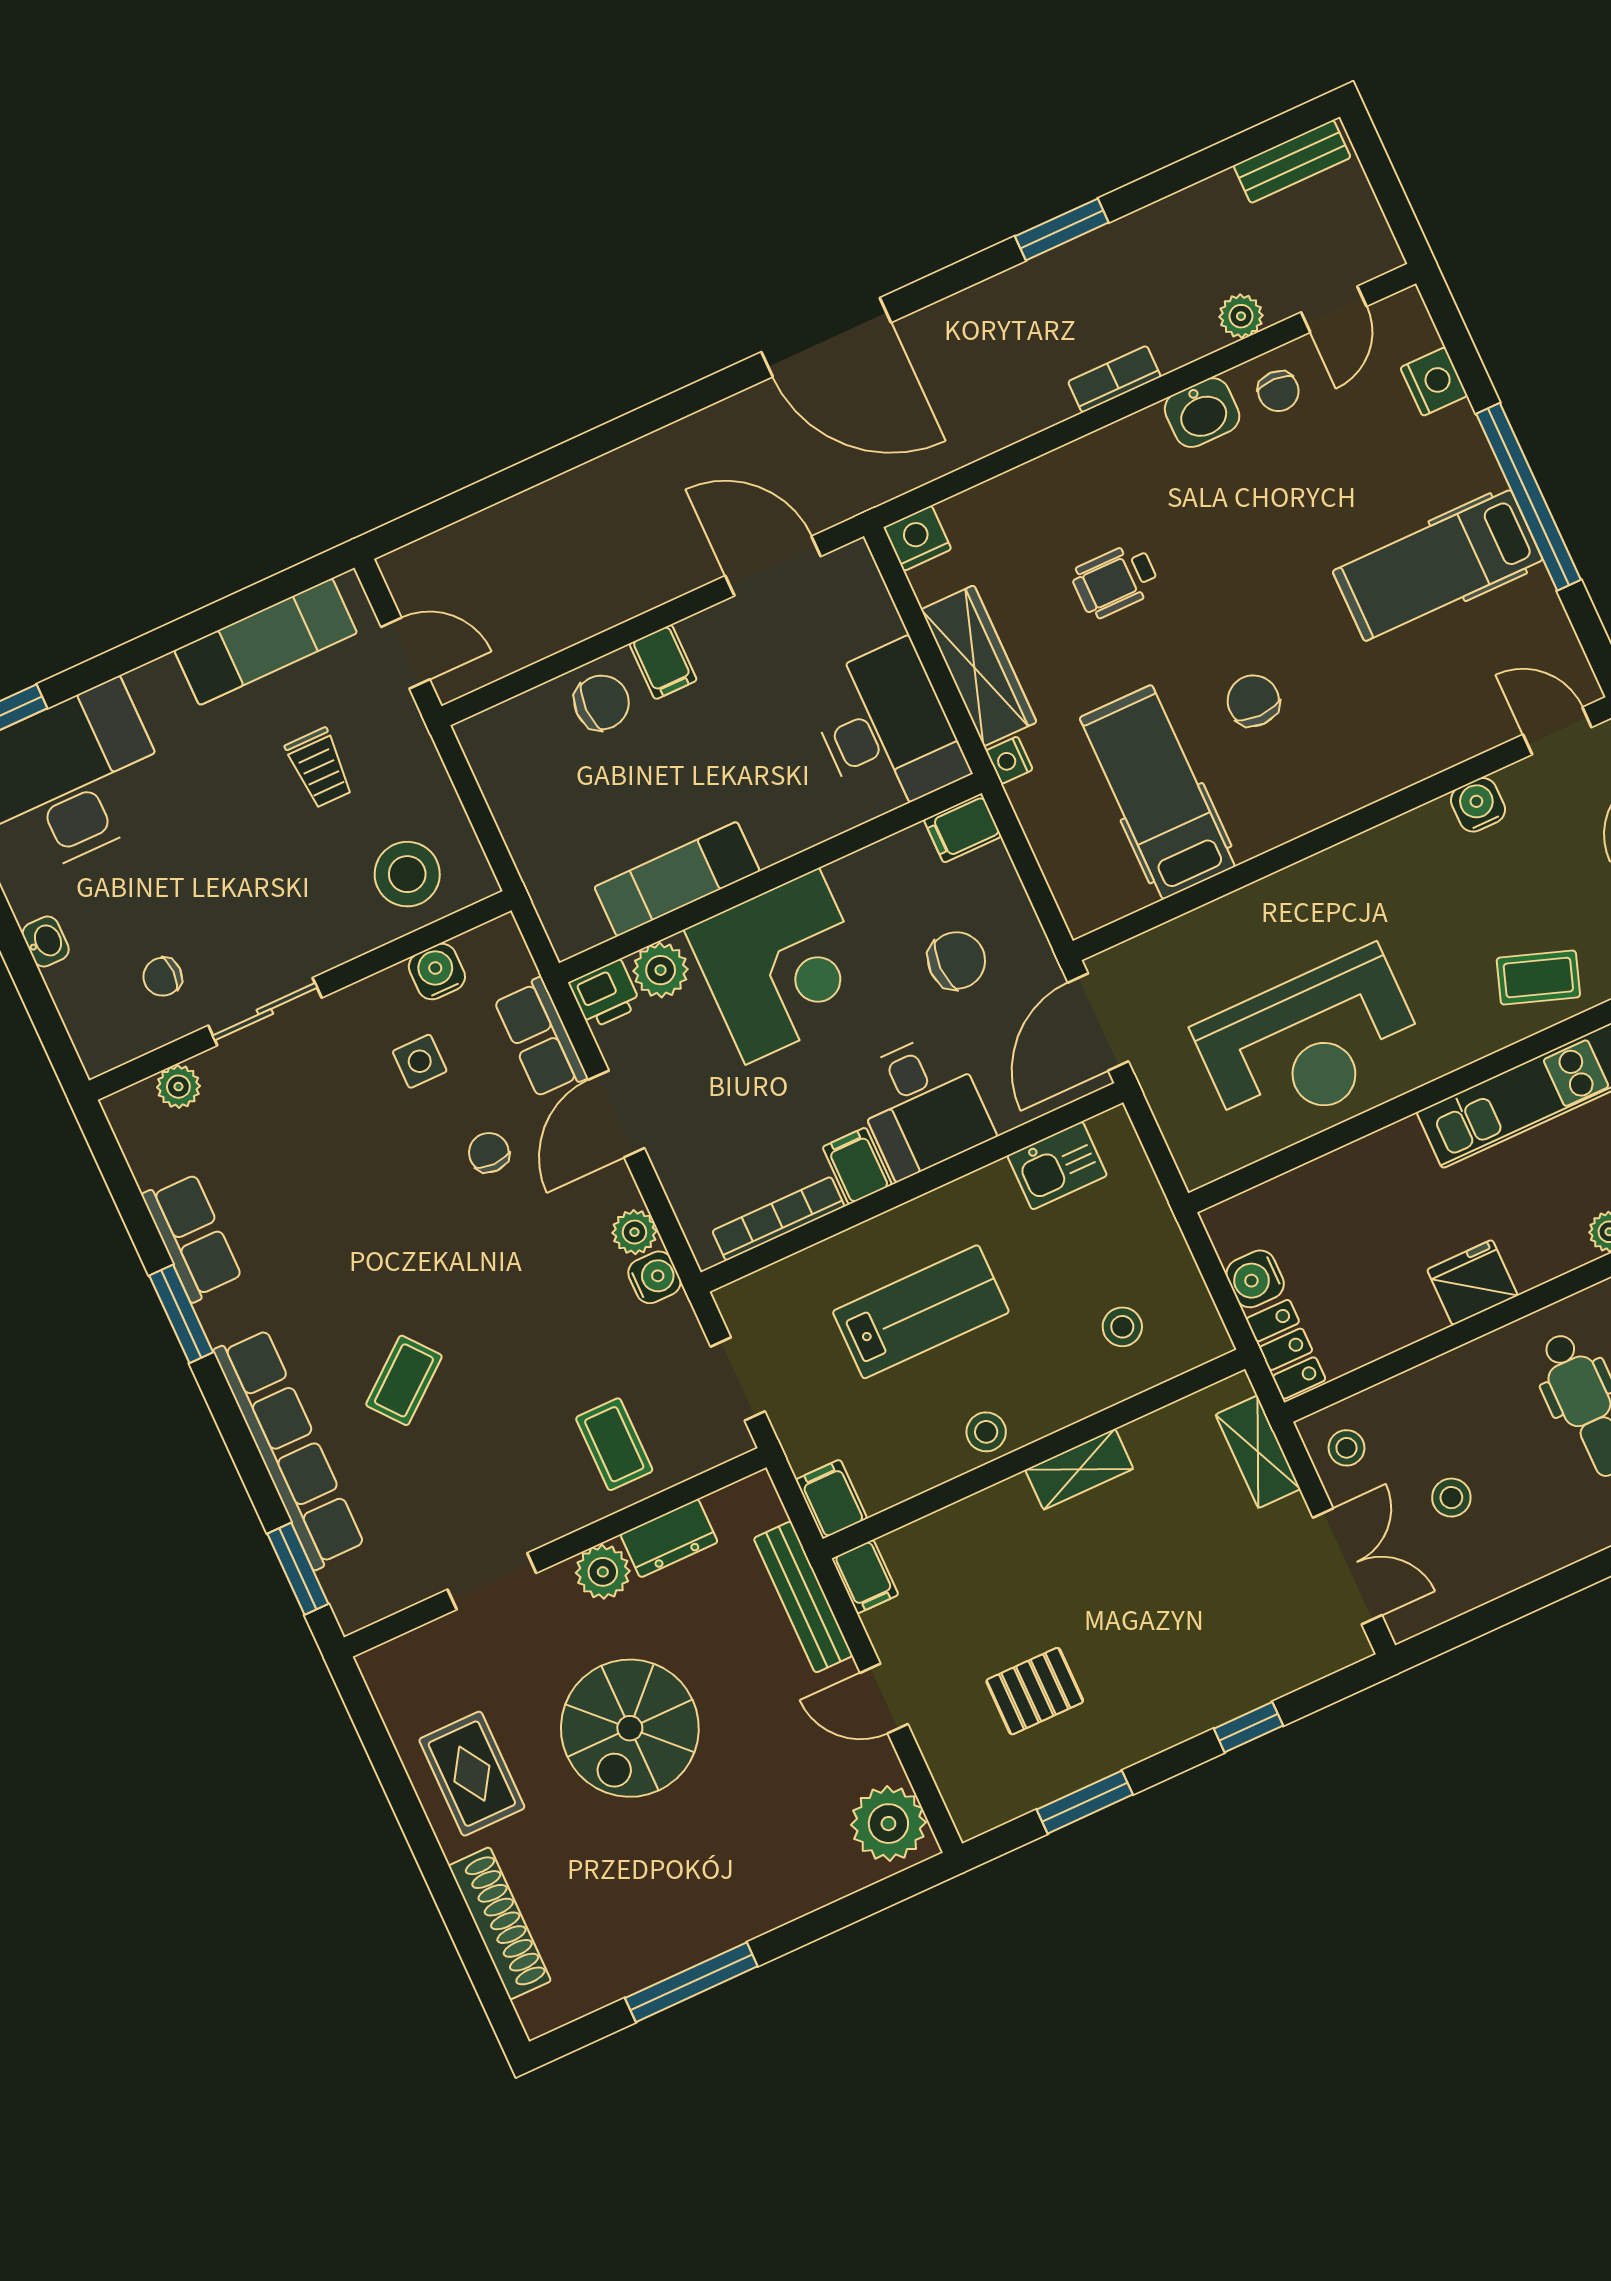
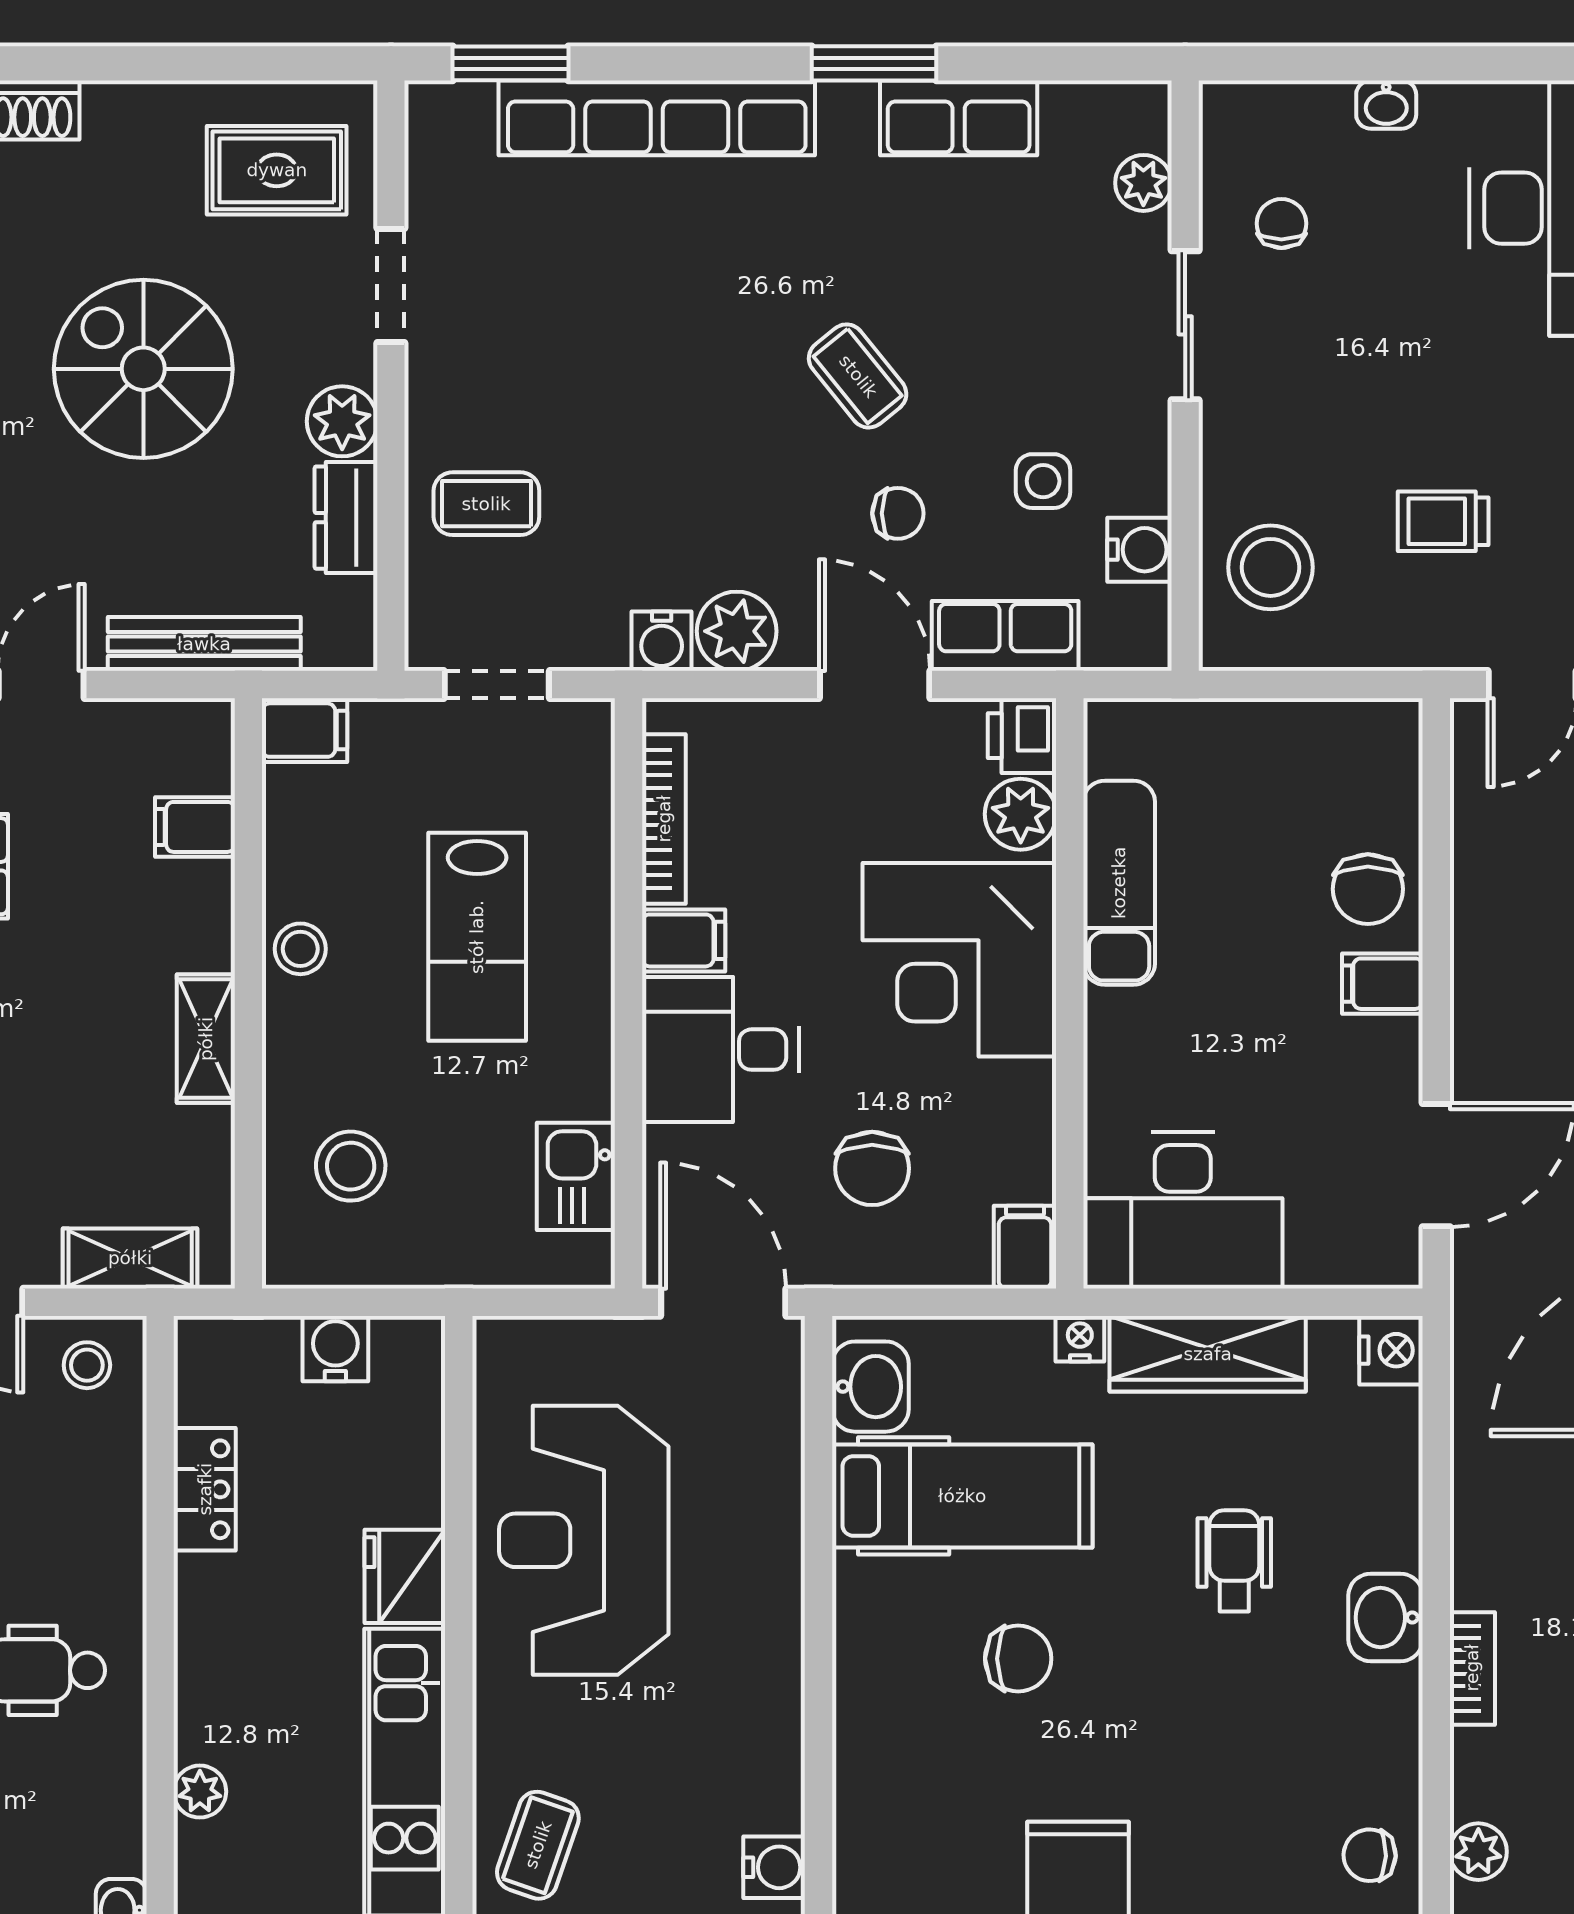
washbasin: (1202, 413) -> (1386, 1618), moved
washbasin: (1110, 892) -> (870, 1387), added
plant: (634, 1232) -> (737, 631), width x1.38, depth x1.38
fridge: (1472, 1282) -> (405, 1576), moved, turned 180
stool: (1122, 1327) -> (351, 1166), width x1.37, depth x1.37
locker: (1286, 1349) -> (205, 1489), moved, turned -90
coffee table: (404, 1380) -> (858, 376), moved
filing cabinet: (865, 1577) -> (195, 827), moved
rug: (472, 1774) -> (277, 170), moved

